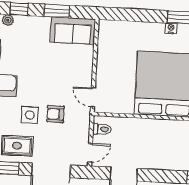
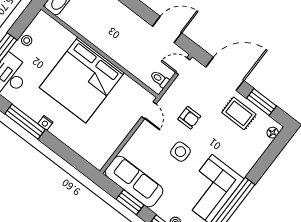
sofa: (73, 31) -> (134, 182), width x1.36
side table: (30, 115) -> (180, 152), moved

